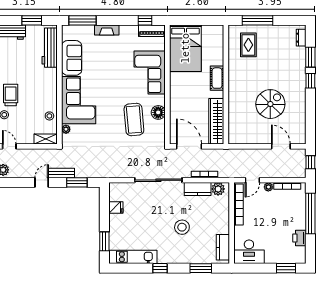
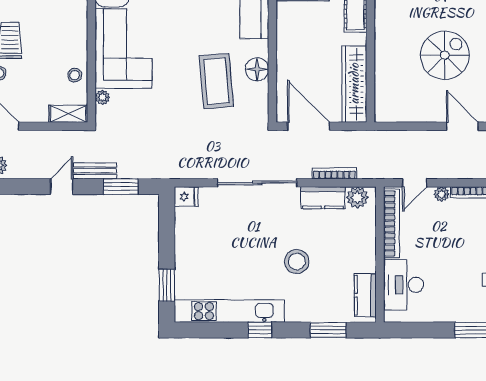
fridge: (116, 208) -> (186, 197), moved
desk: (249, 252) -> (404, 285), moved, turned 90
kitchen unit: (133, 257) -> (229, 311), width x1.36

